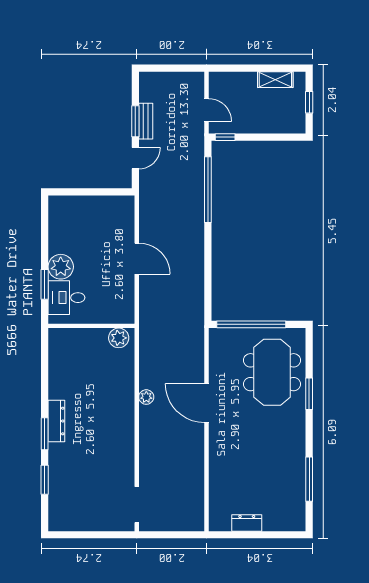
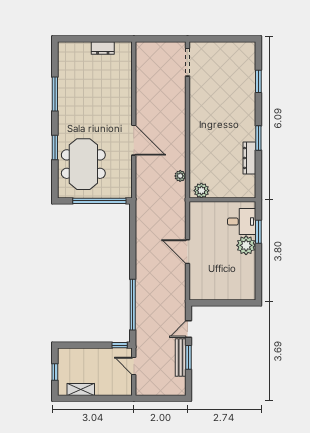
bench: (146, 121) -> (181, 357), width x1.36
plant: (146, 397) -> (180, 176), moved
dresser: (56, 421) -> (249, 158), moved
window: (45, 434) -> (258, 138), moved
window: (309, 479) -> (55, 94), moved

